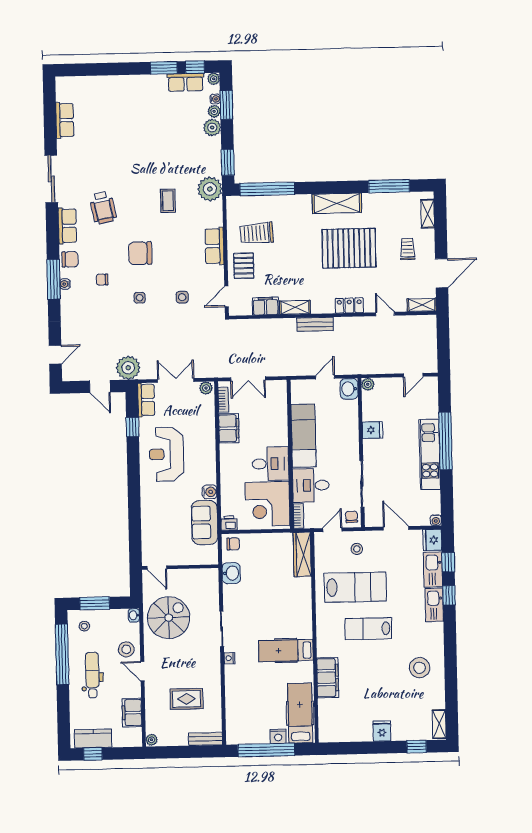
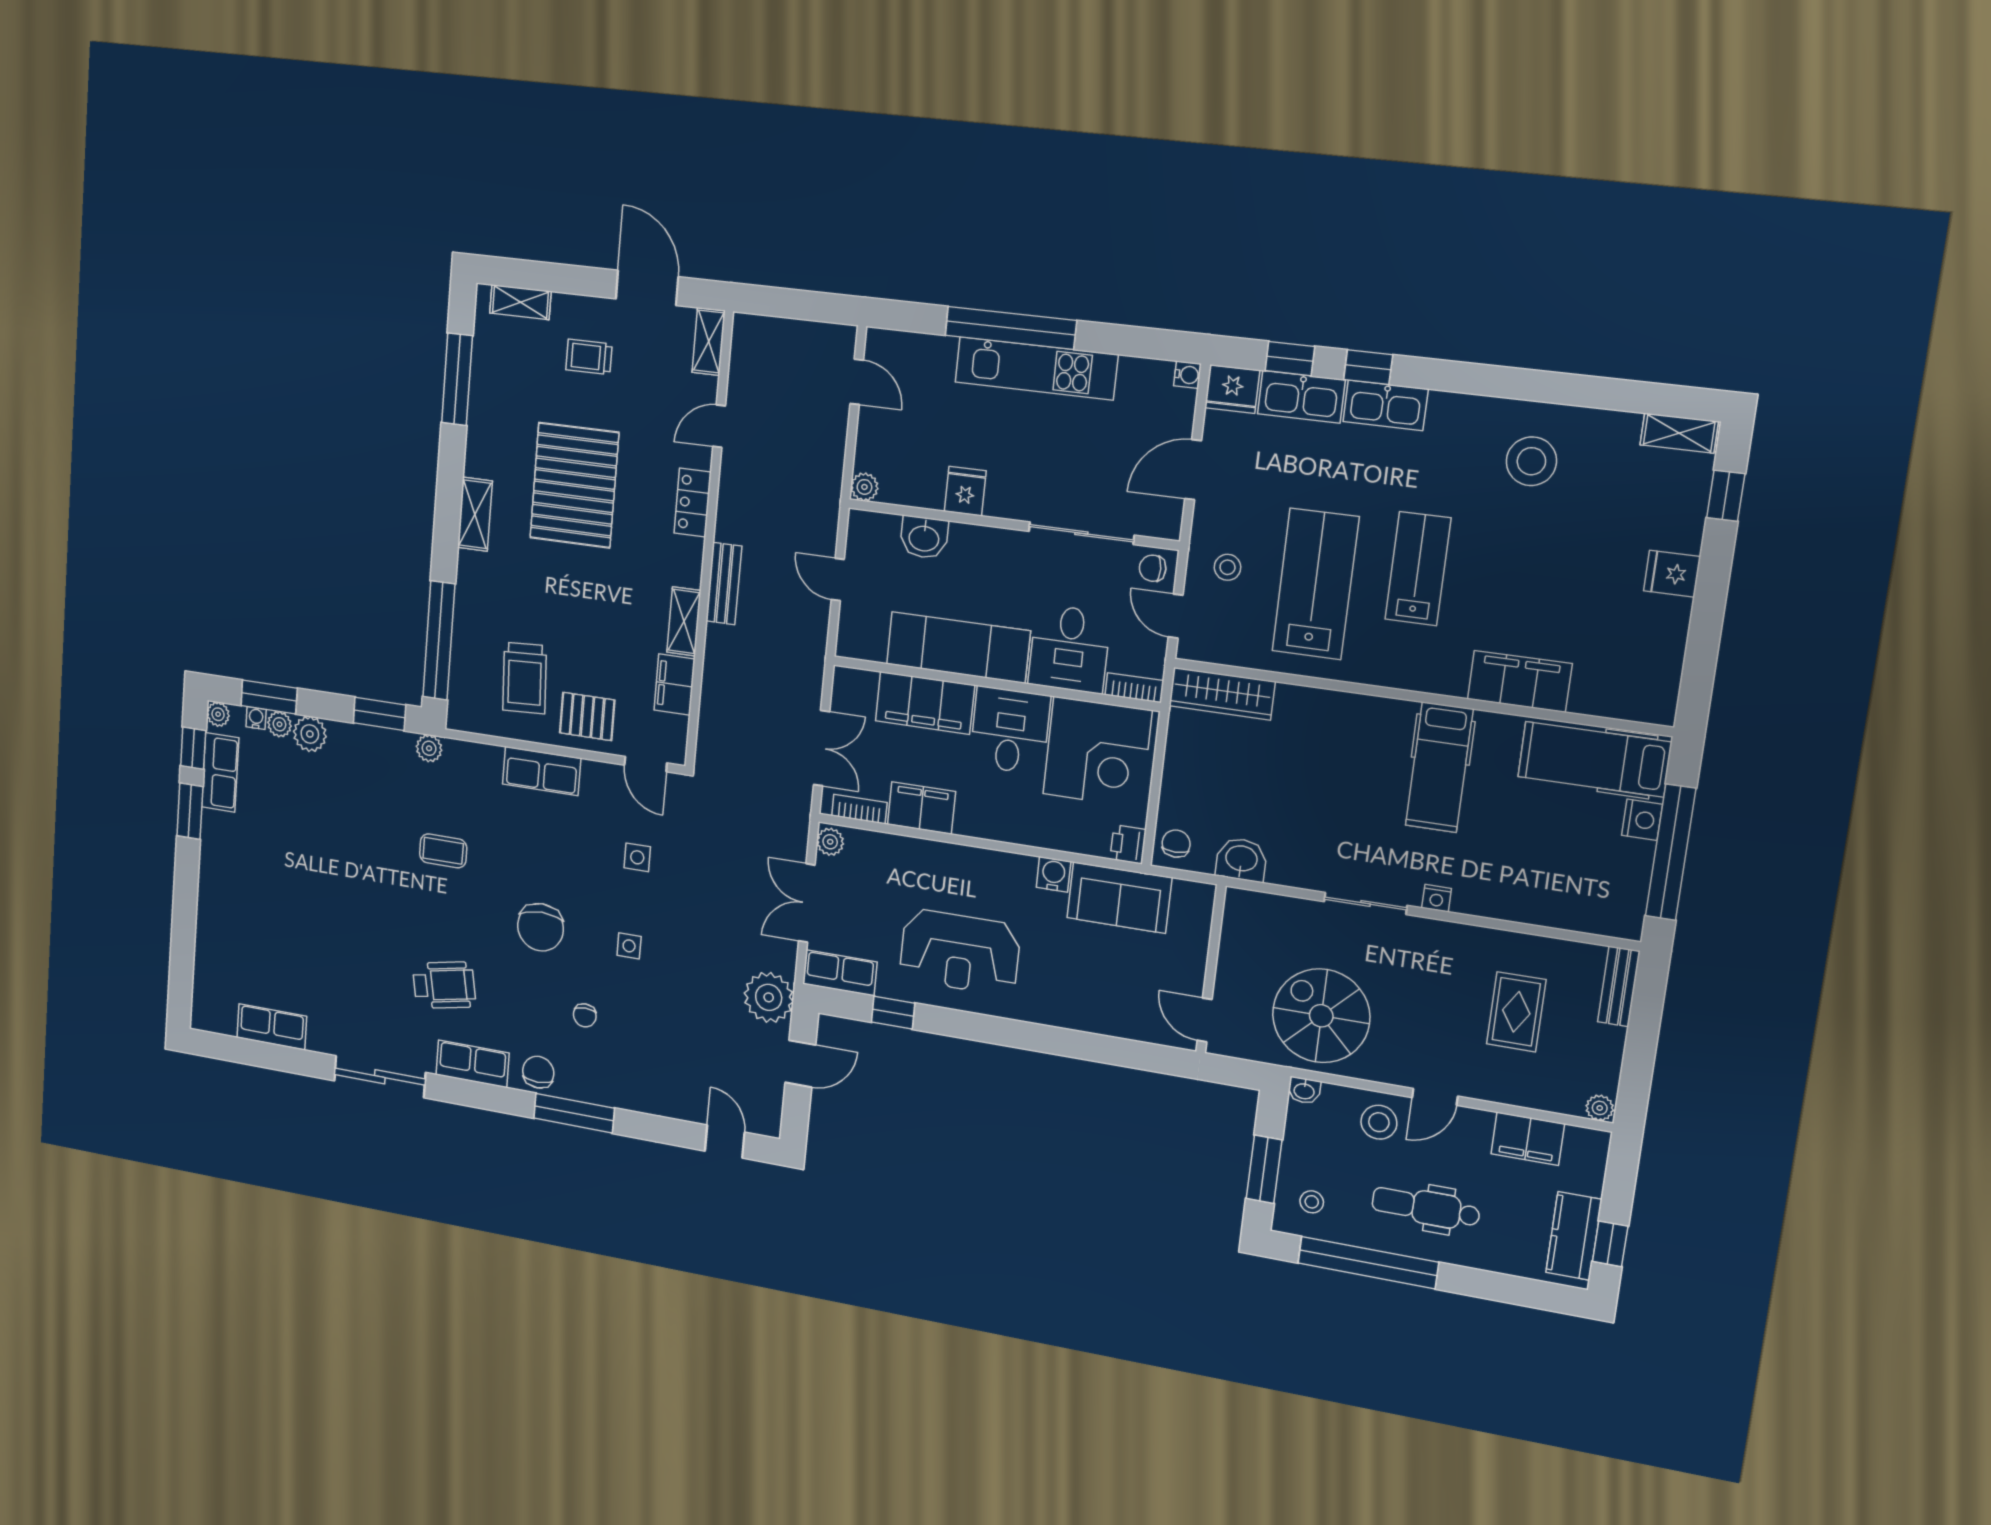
plant: (210, 189) -> (429, 748), width x0.53, depth x0.53
shelving: (337, 203) -> (475, 514), width x0.67, depth x0.75
water cooler: (65, 284) -> (586, 1092), removed
washbasin: (349, 389) -> (924, 537), moved
filing cabinet: (276, 424) -> (925, 703), added
door: (157, 568) -> (1205, 1020), swing flipped
lab bench: (368, 629) -> (1418, 569), turned 180

